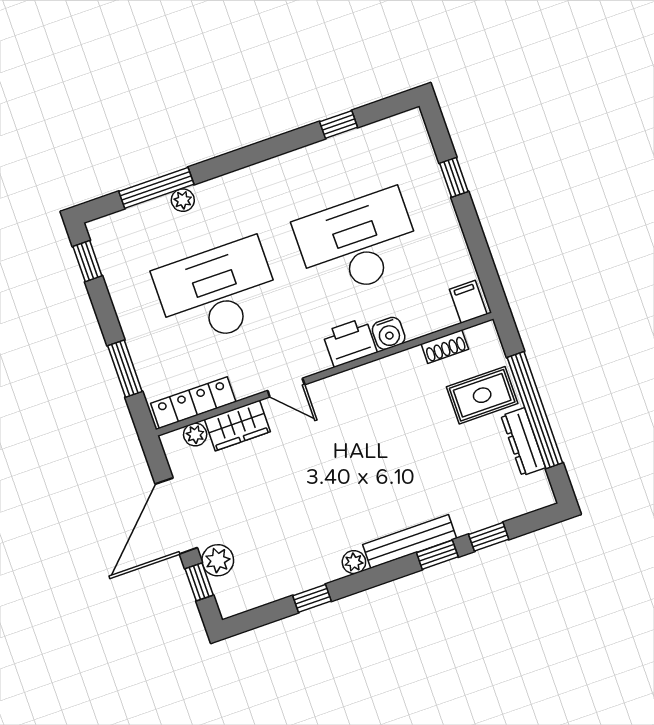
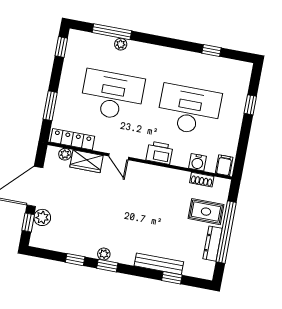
water cooler: (389, 333) -> (198, 162), moved
bench: (410, 541) -> (159, 264), moved
window: (437, 555) -> (107, 266), moved

